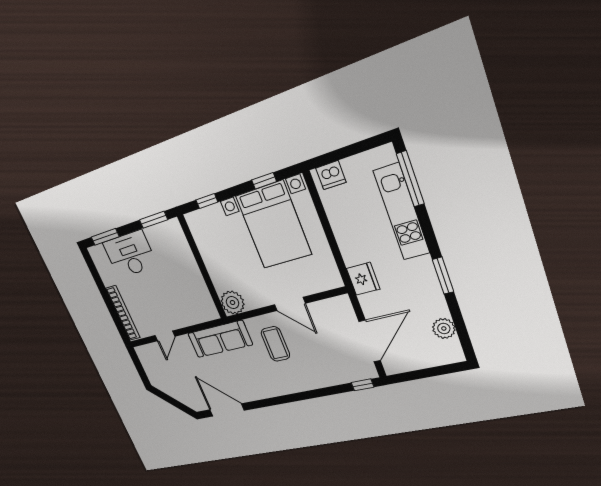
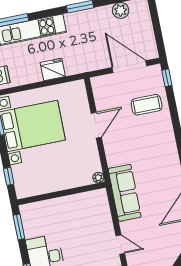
fridge: (363, 279) -> (53, 69), moved
plant: (233, 303) -> (98, 178), width x0.53, depth x0.53
coffee table: (275, 344) -> (147, 105), moved

